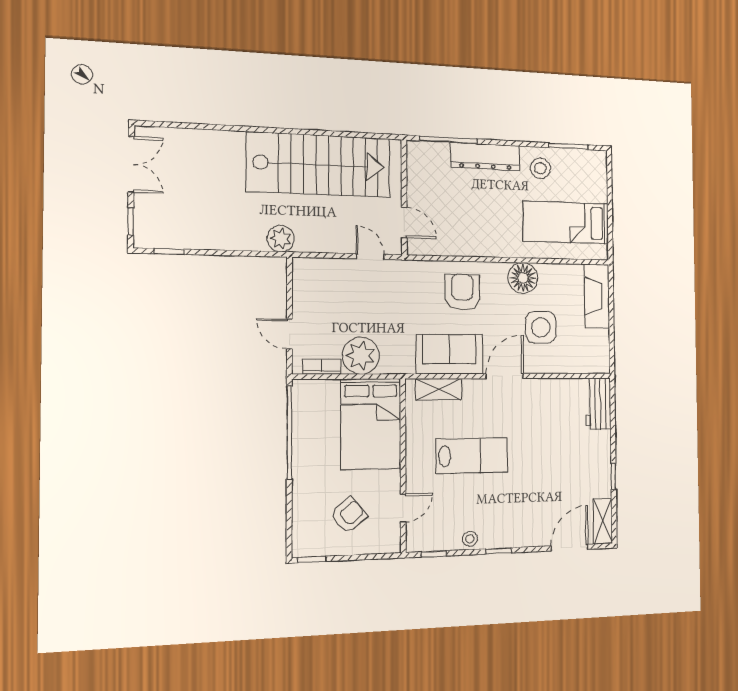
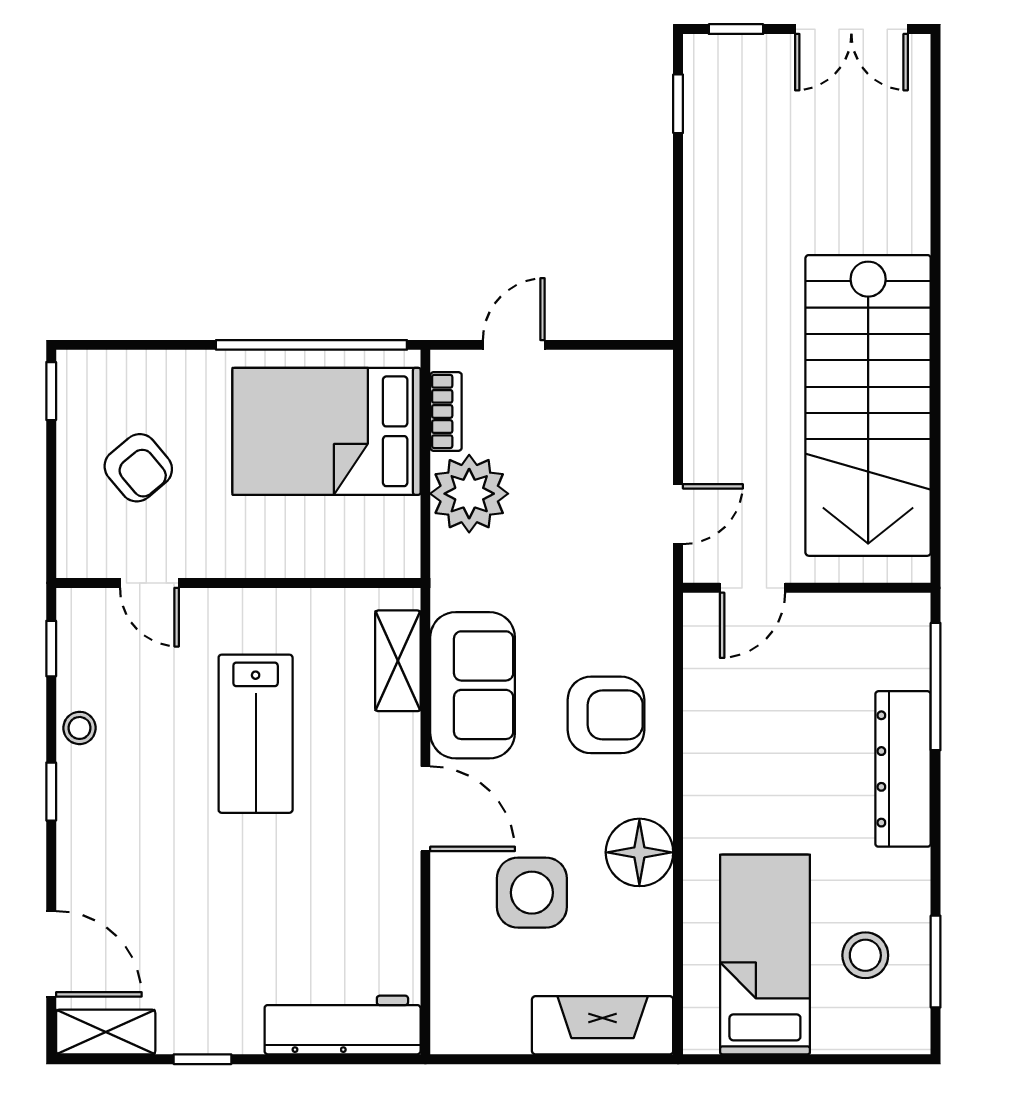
stool: (540, 168) -> (865, 955), moved
plant: (281, 239) -> (710, 327), removed
workbench: (598, 404) -> (343, 1025), width x1.38
bed: (371, 424) -> (326, 431), moved

